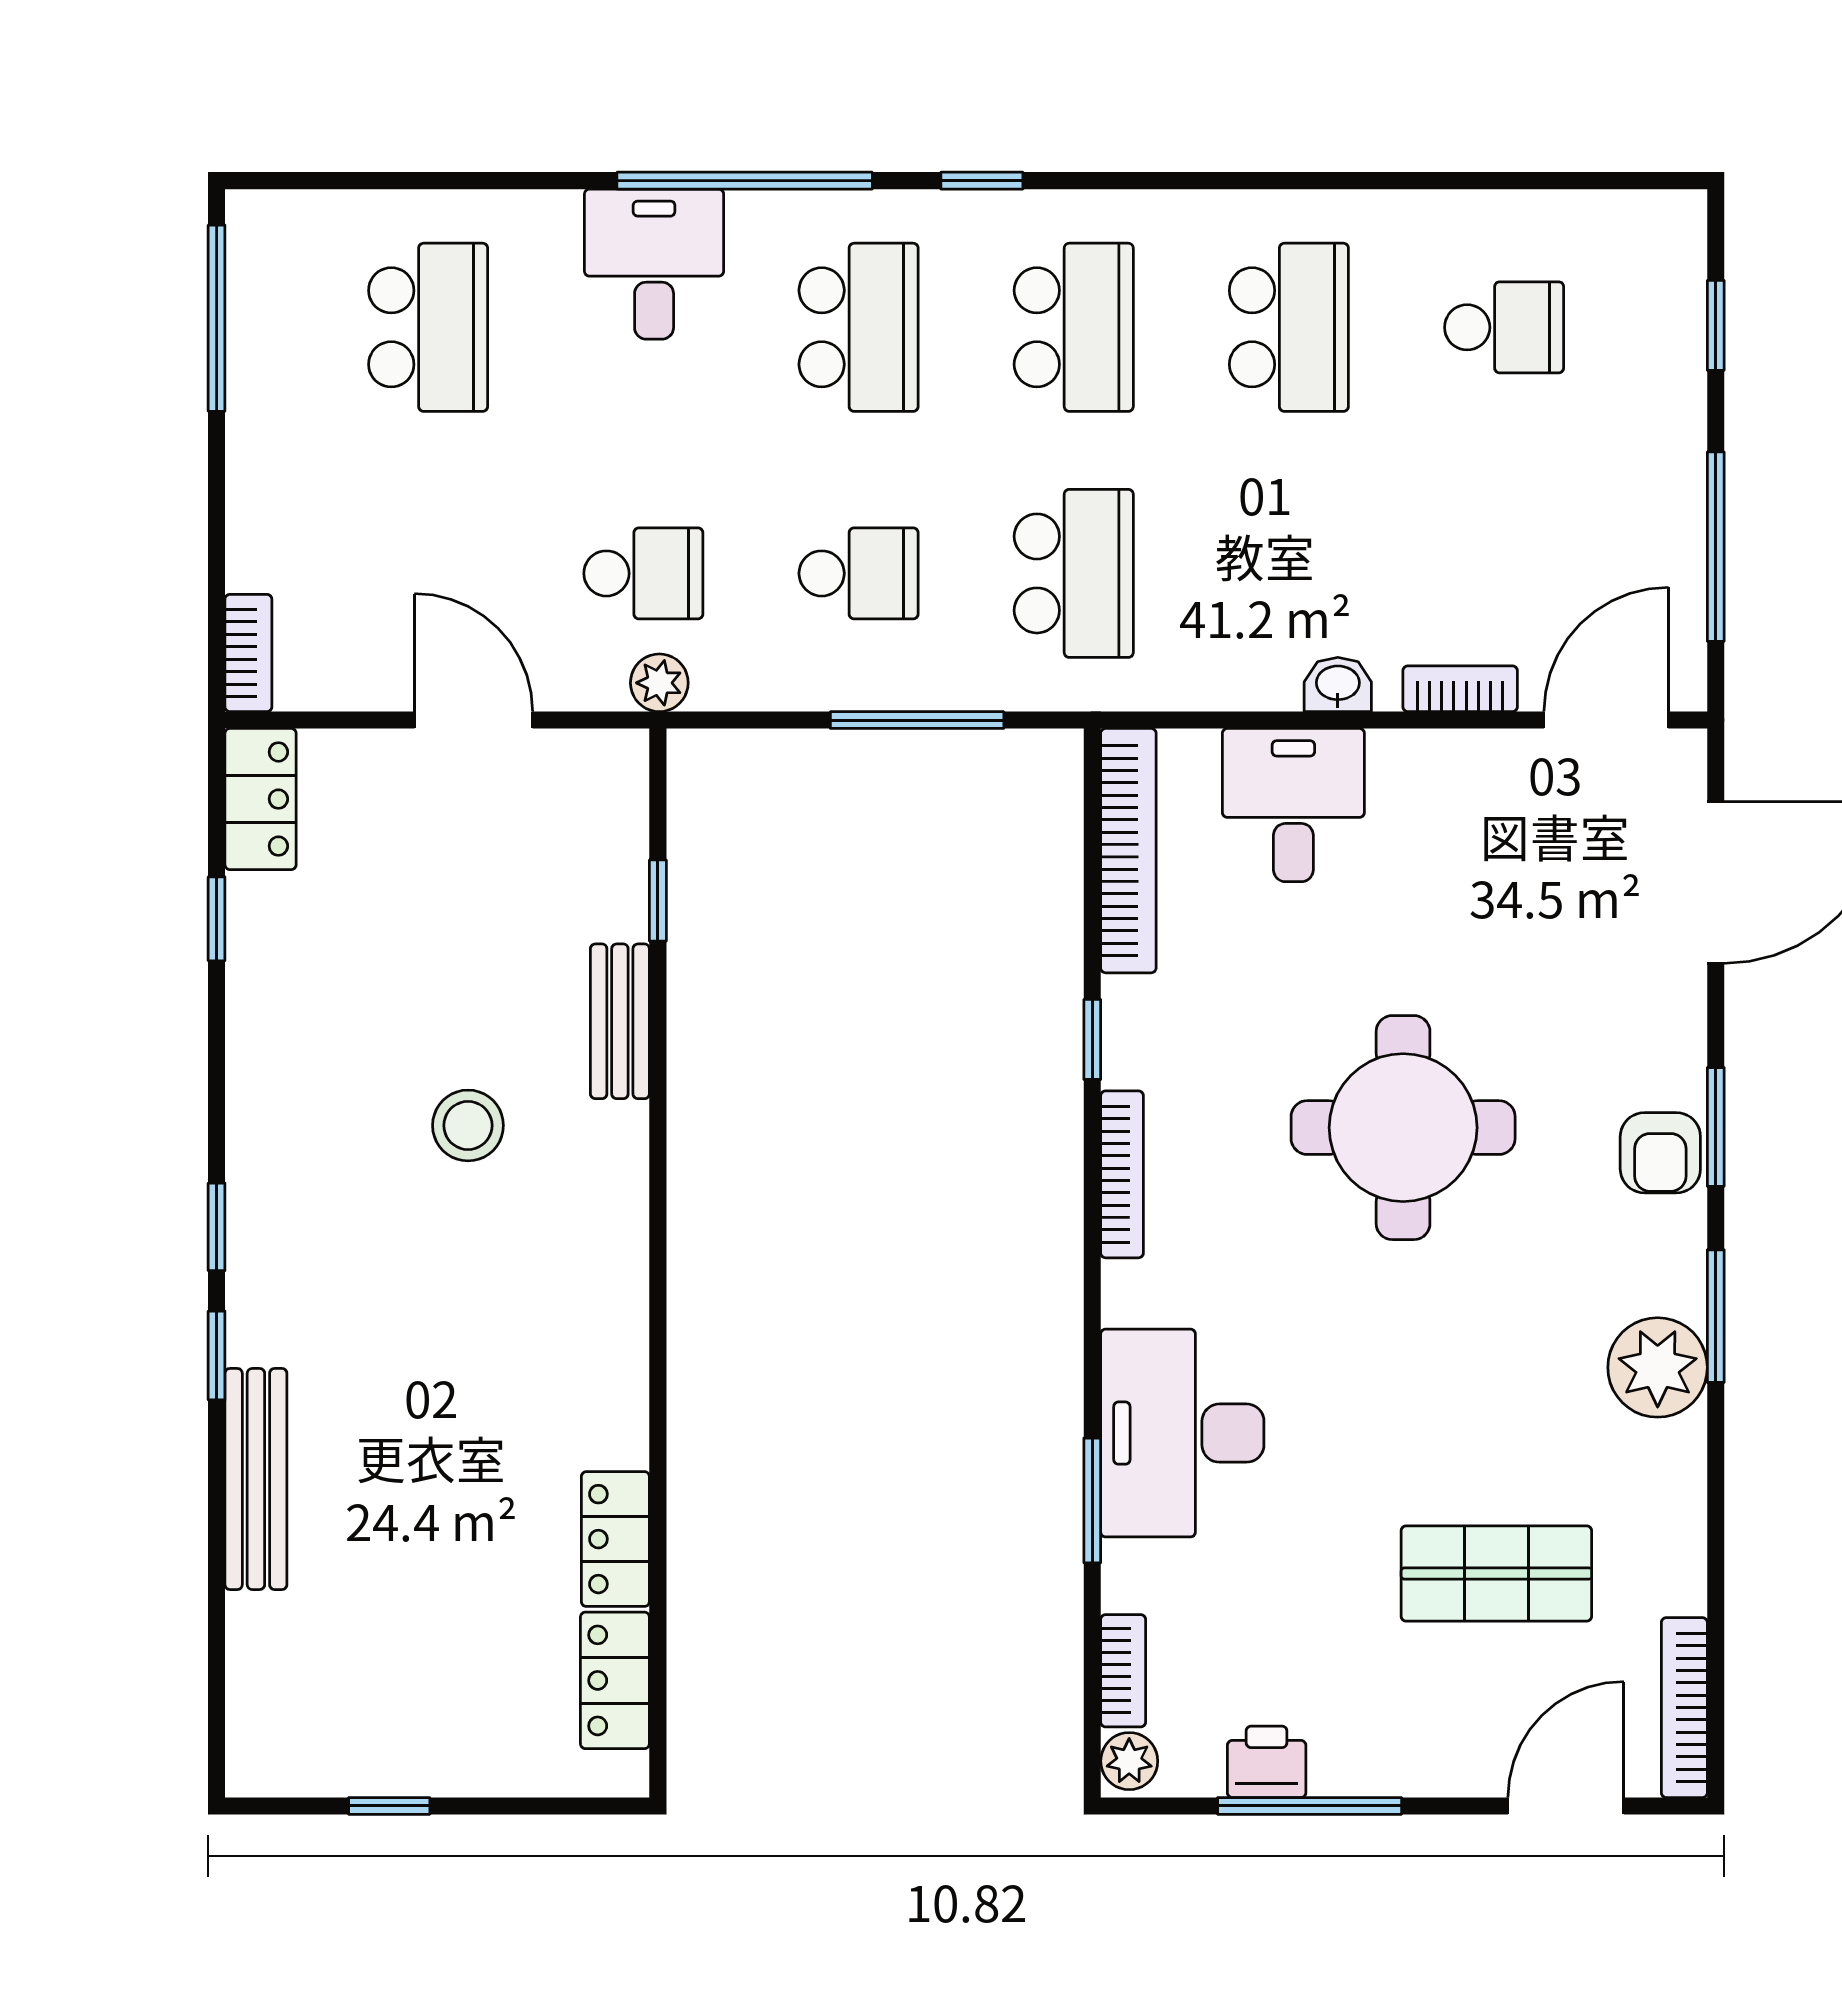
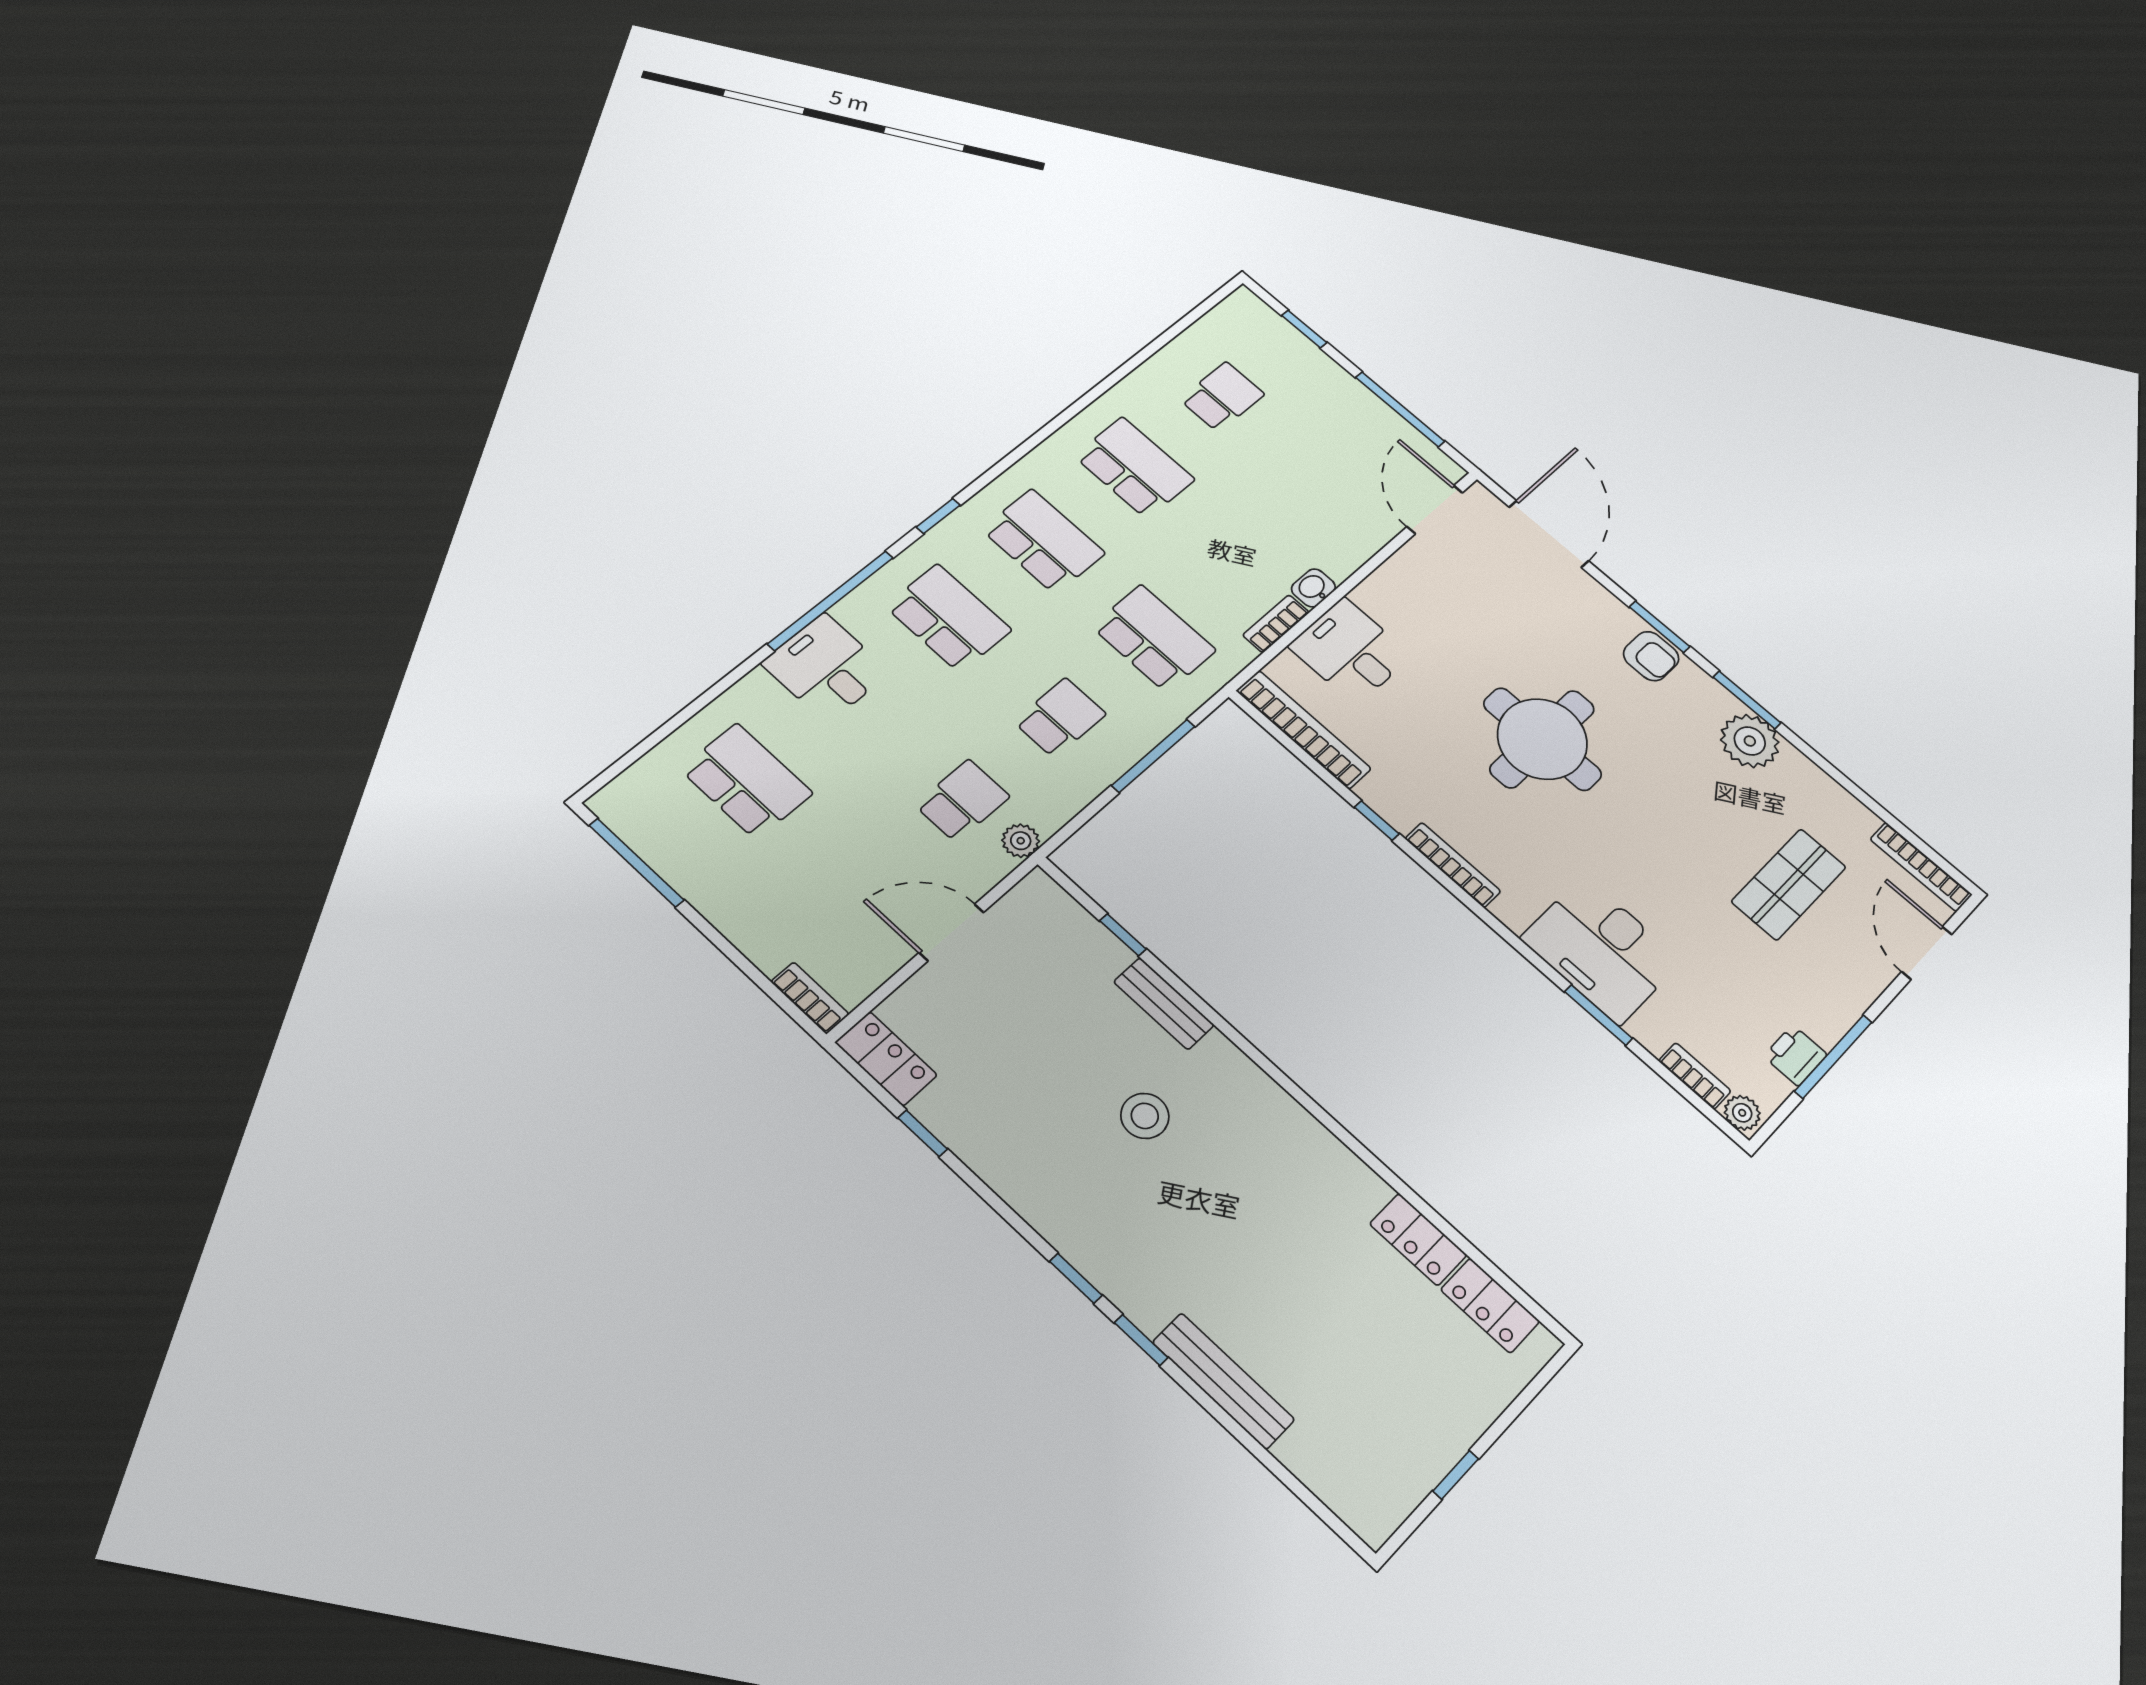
bookcase: (1460, 689) -> (1276, 624), moved

